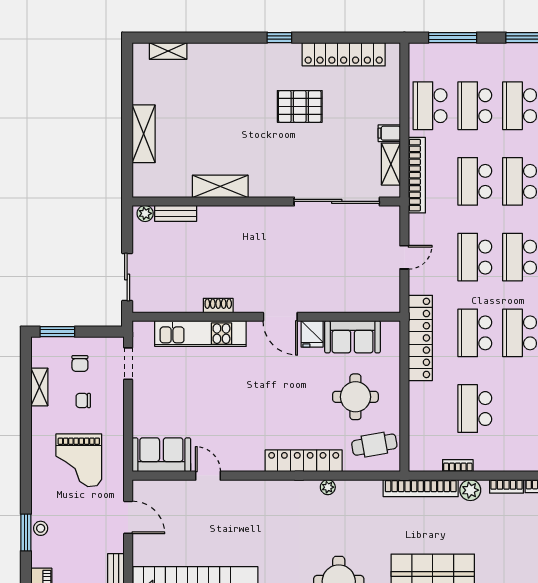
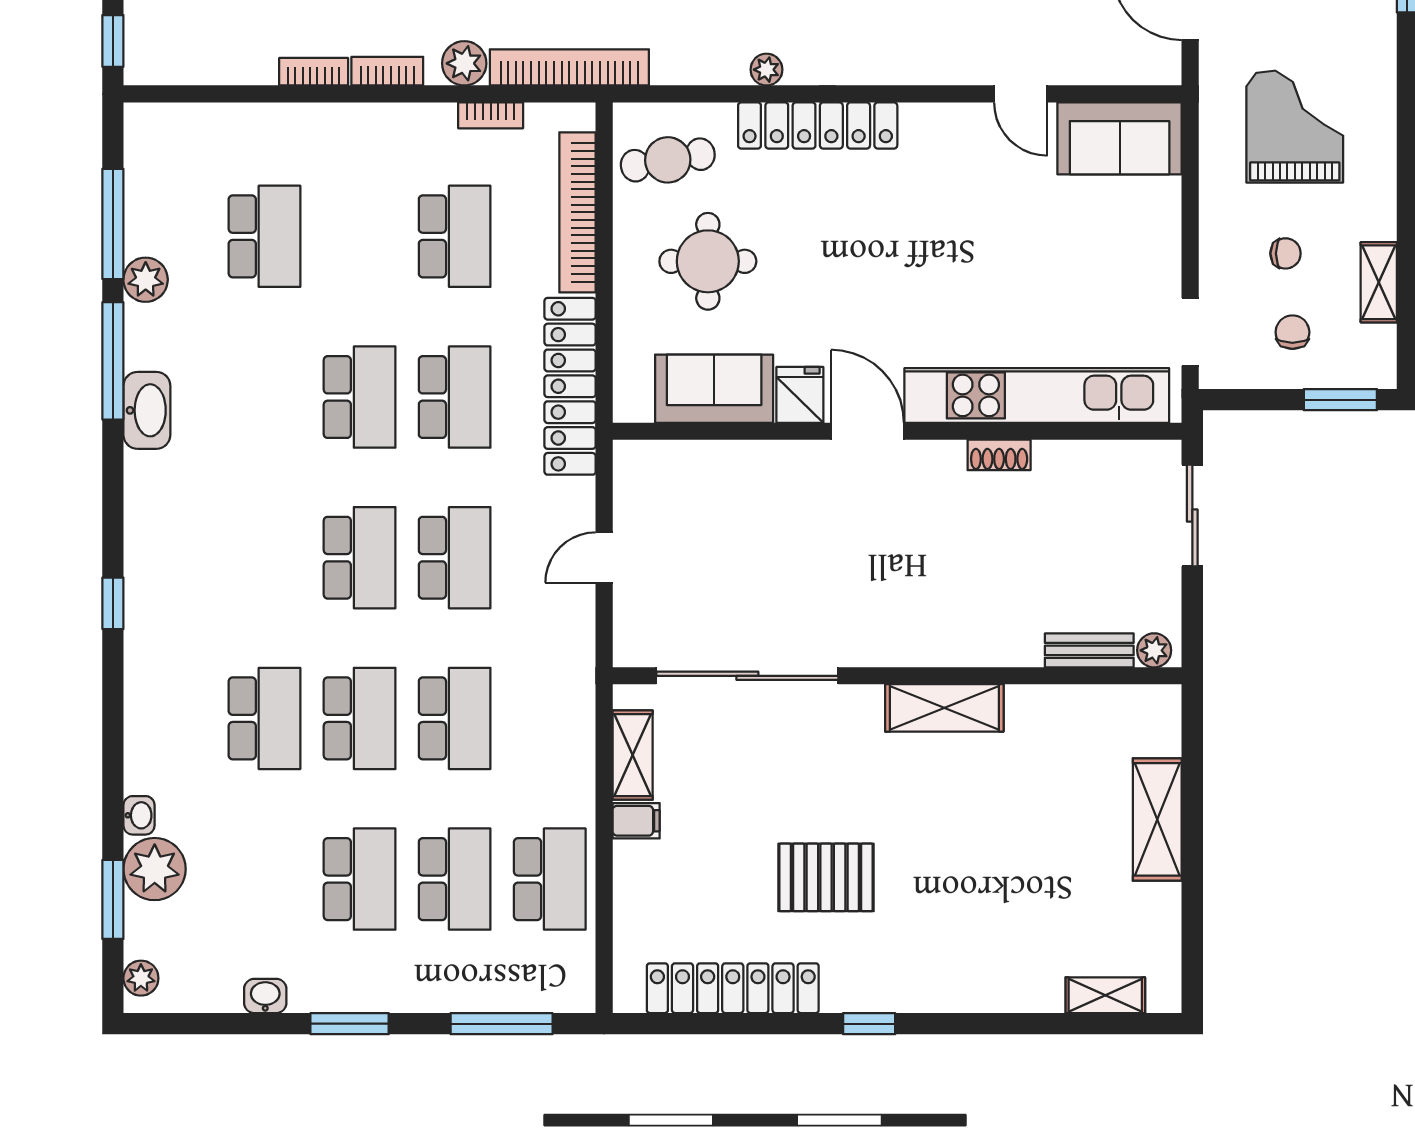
bookcase: (417, 175) -> (577, 212), moved
shelving: (220, 186) -> (944, 708), moved
kitchen unit: (200, 334) -> (1037, 395), width x1.36

